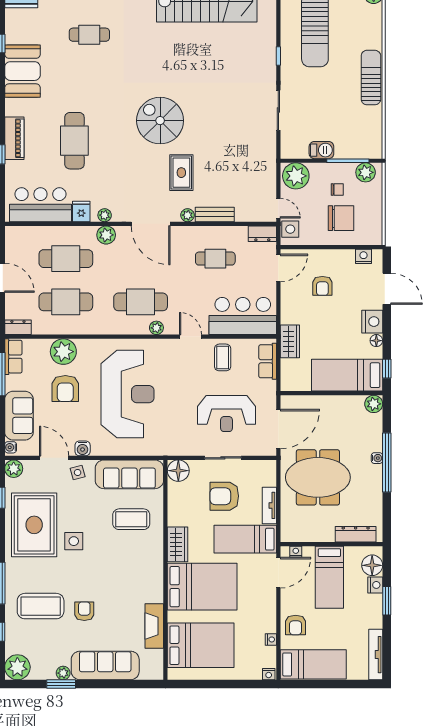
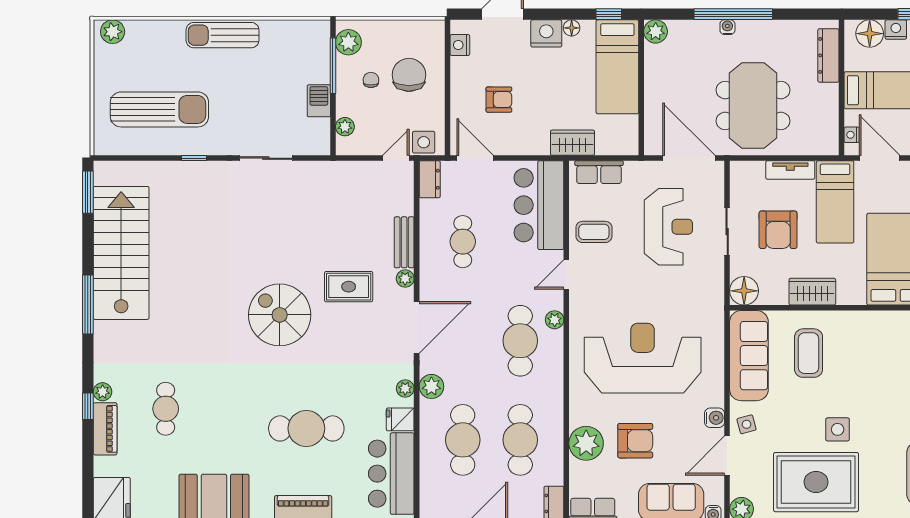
spiral stairs: (160, 121) -> (280, 315), turned 90
plant: (296, 176) -> (345, 127), width x0.53, depth x0.53
wardrobe: (178, 544) -> (812, 292), moved

